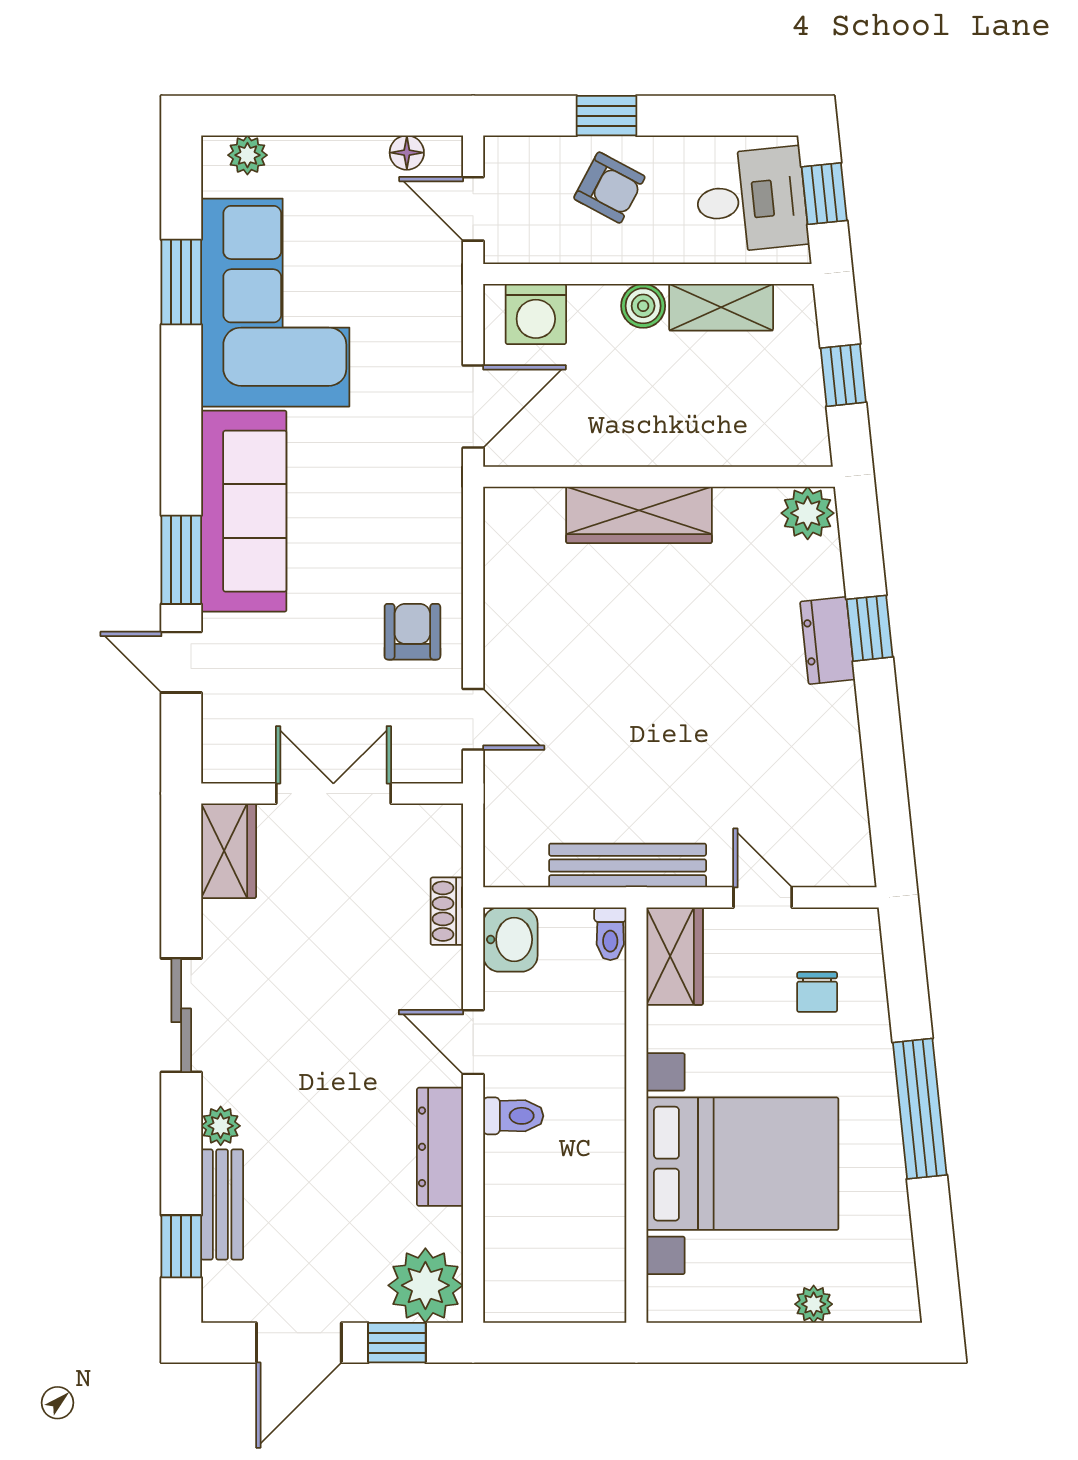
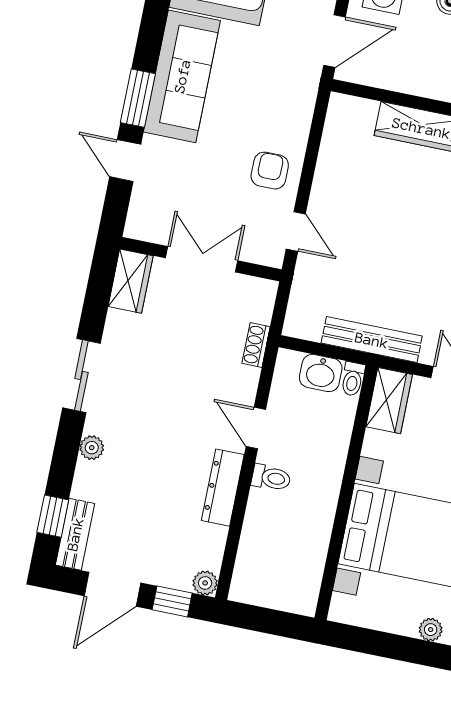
washbasin: (510, 939) -> (321, 373), moved, turned 90
bench: (222, 1205) -> (75, 534), moved
plant: (425, 1285) -> (205, 583), width x0.53, depth x0.53

